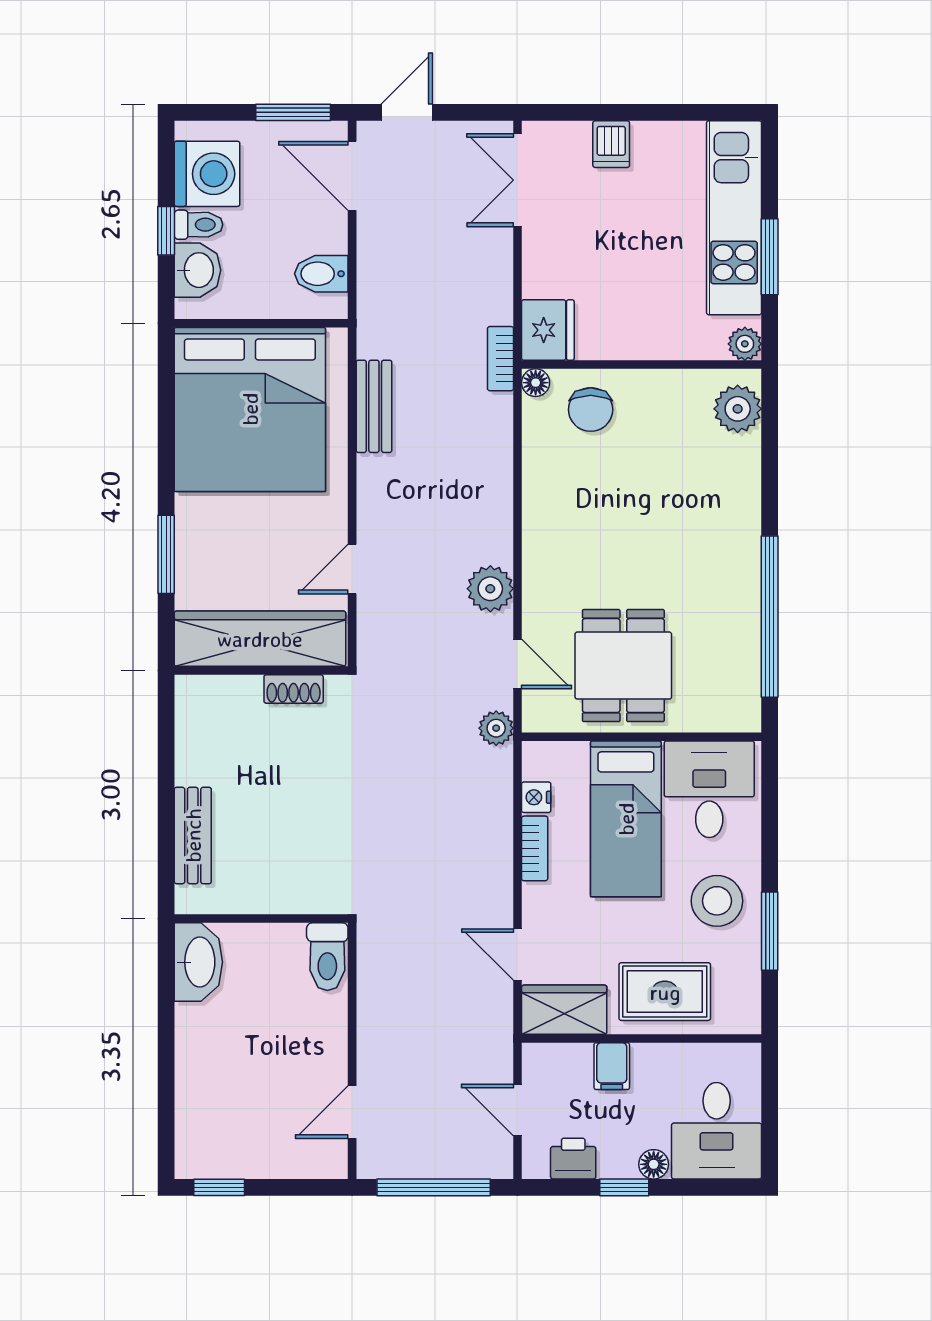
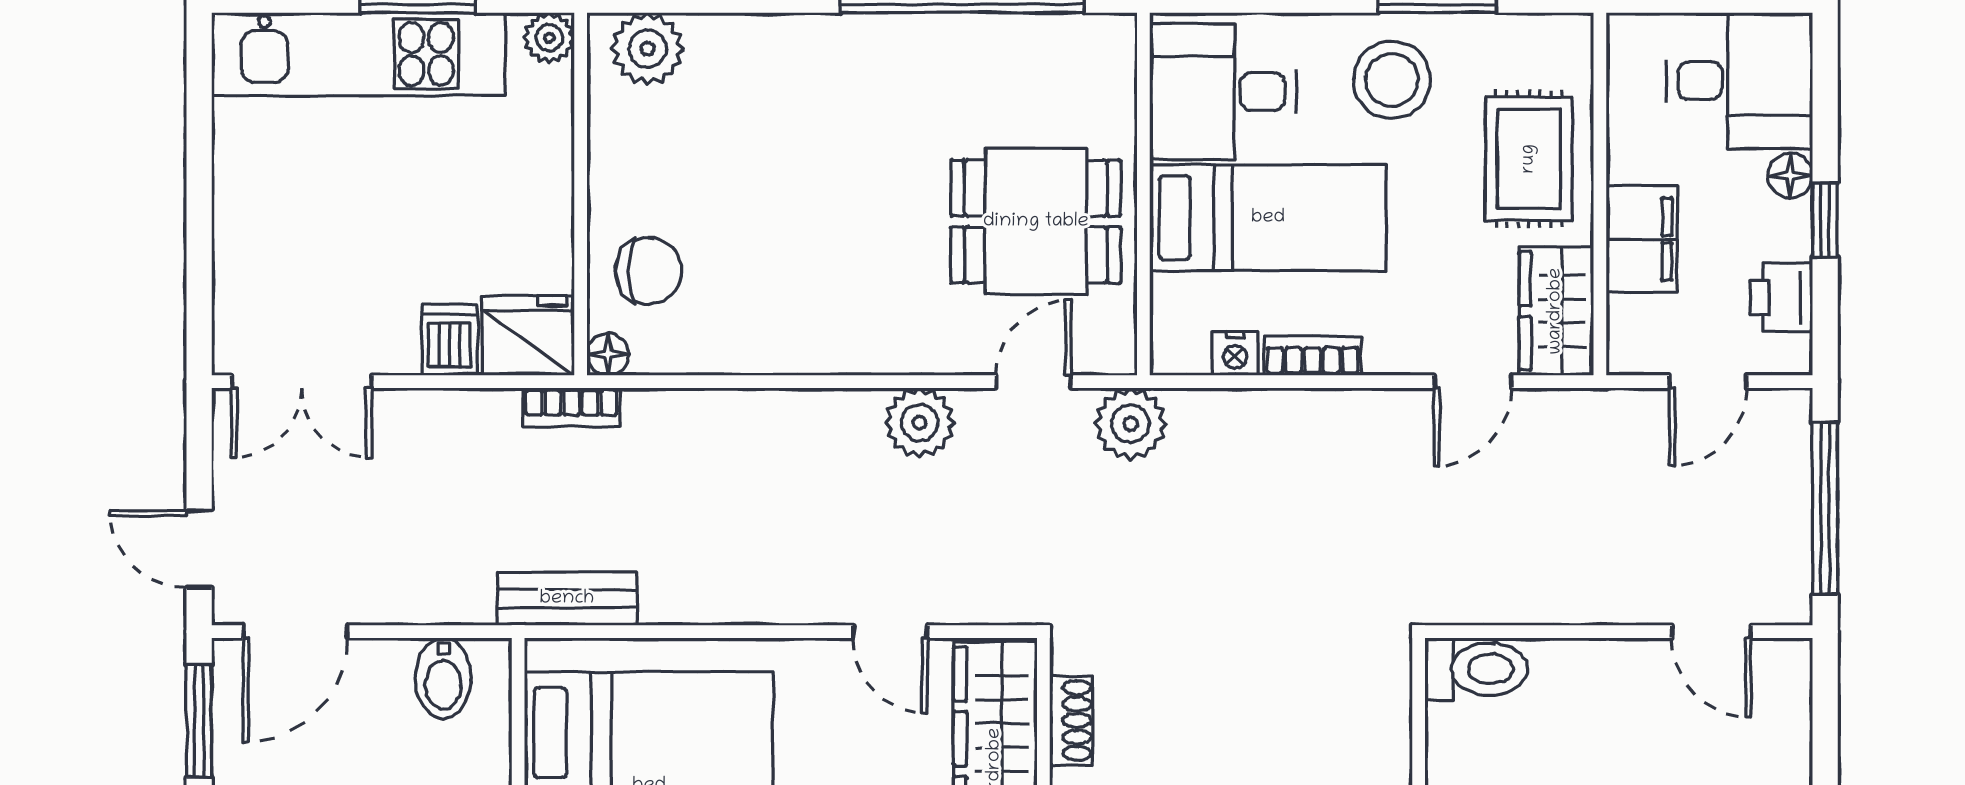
dishwasher: (611, 144) -> (450, 340), moved, turned -90
bench: (374, 406) -> (567, 599), moved
plant: (496, 728) -> (1131, 424), width x1.38, depth x1.38
filing cabinet: (612, 1066) -> (1642, 239), width x2.00

